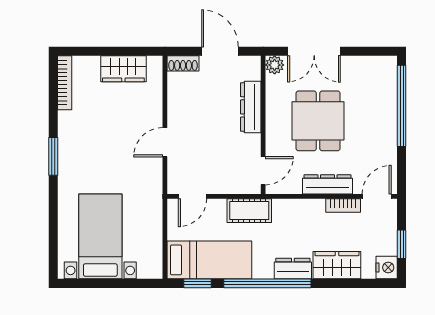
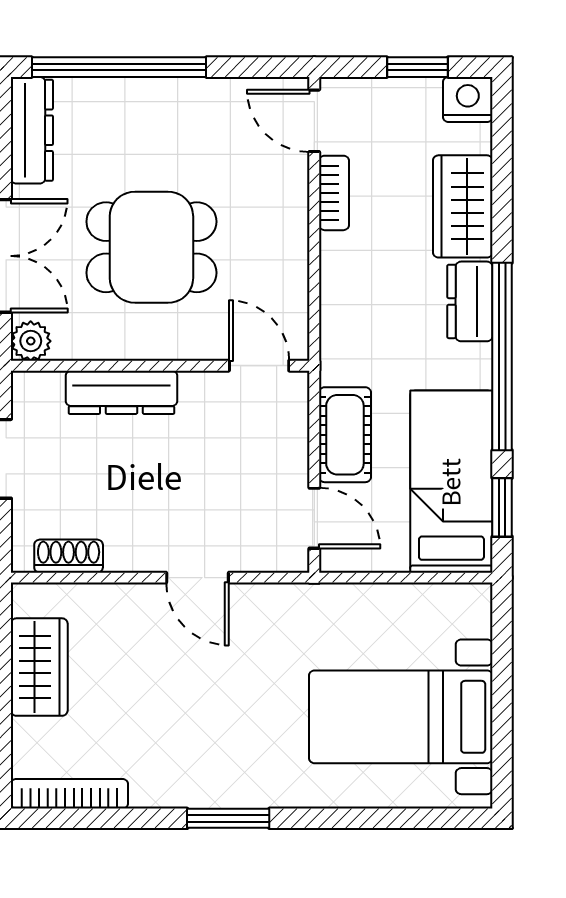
shoe rack: (183, 63) -> (69, 556), moved, turned -90
dresser: (328, 184) -> (32, 130), moved, turned 180
cot: (249, 211) -> (345, 435), moved

